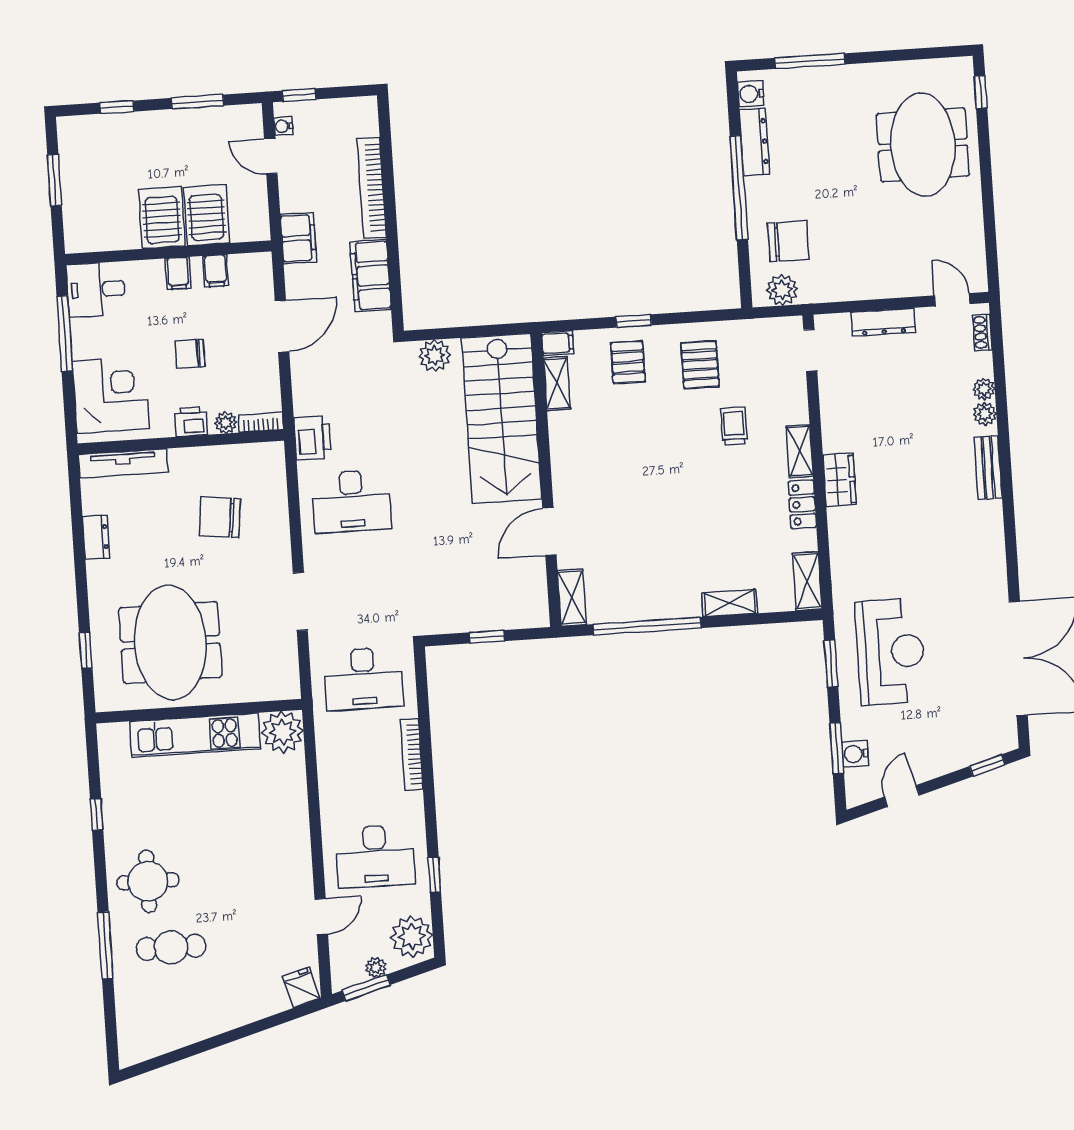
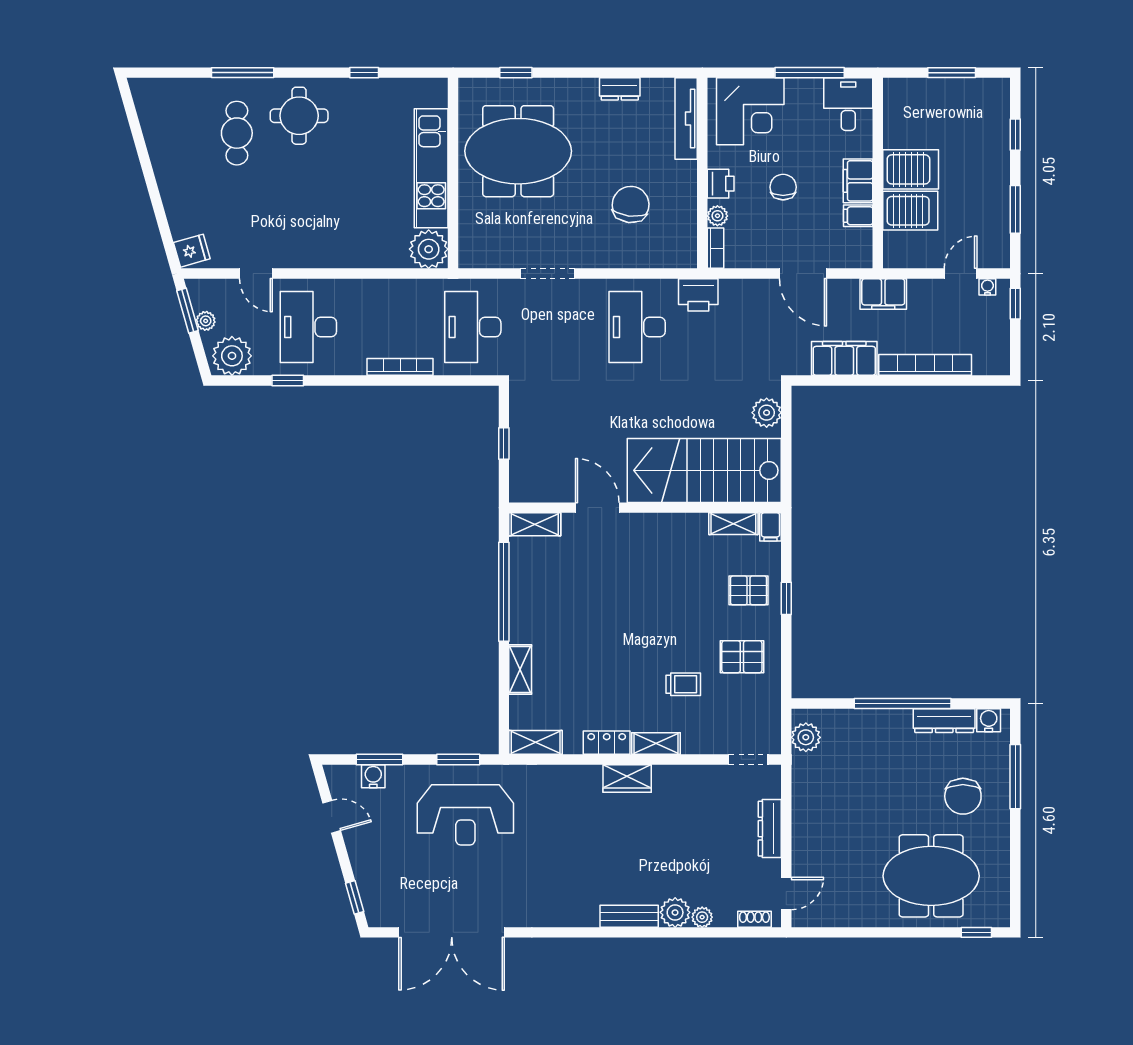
chair: (788, 241) -> (963, 796), moved
filing cabinet: (178, 273) -> (858, 181), width x2.00
plant: (985, 414) -> (675, 912), width x1.38, depth x1.38

